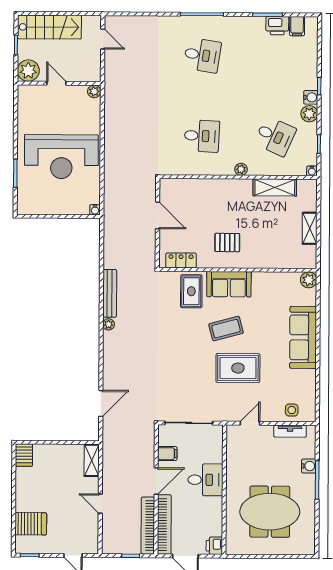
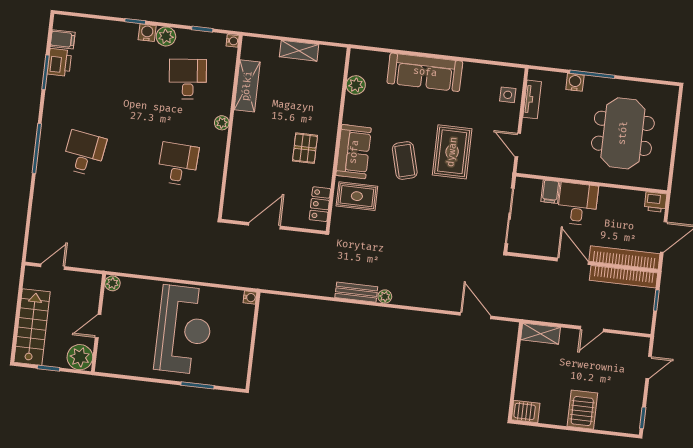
desk: (275, 136) -> (188, 79), turned -30
plant: (309, 280) -> (356, 85), moved
bench: (110, 293) -> (356, 292), width x0.73
filing cabinet: (167, 454) -> (550, 192), moved, turned 180
server rack: (31, 524) -> (582, 410), moved

